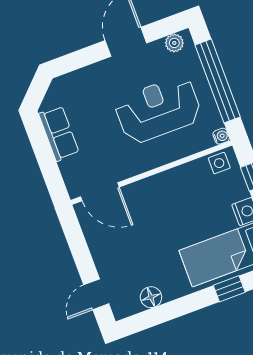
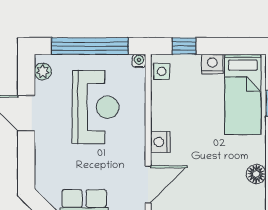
reception desk: (158, 110) -> (95, 107), turned 180
nightstand: (147, 188) -> (160, 142), added

